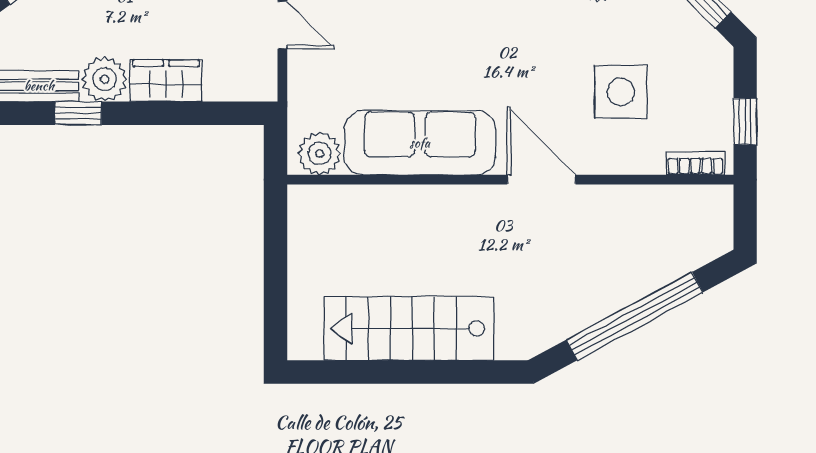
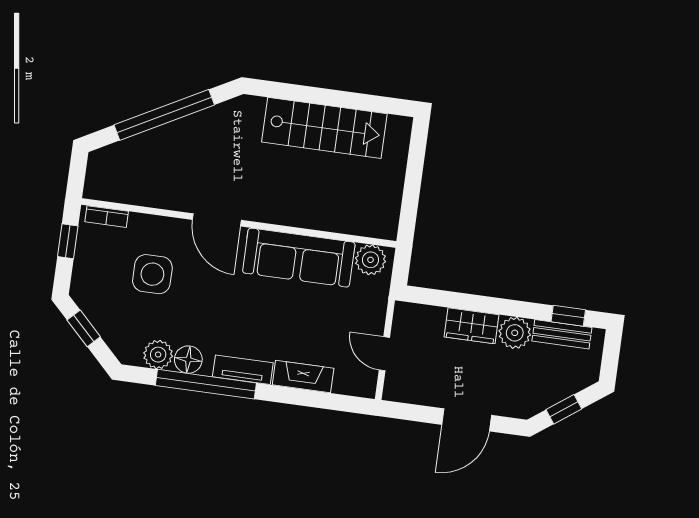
window: (78, 113) -> (568, 316), moved

